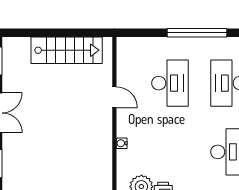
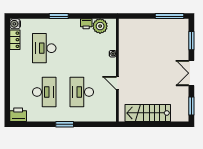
window: (197, 33) -> (65, 124), width x0.47

